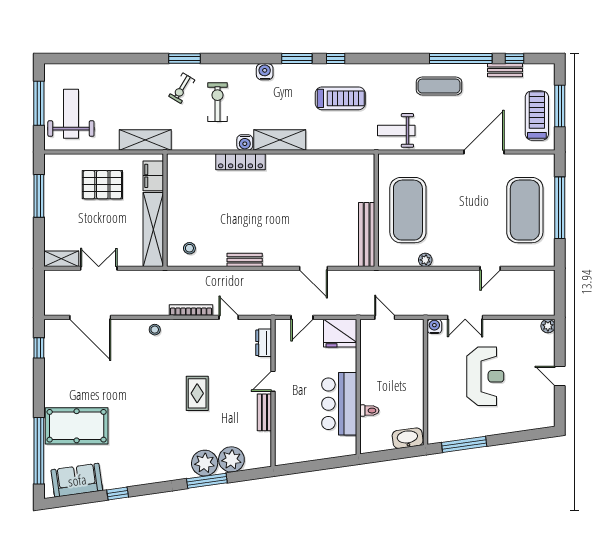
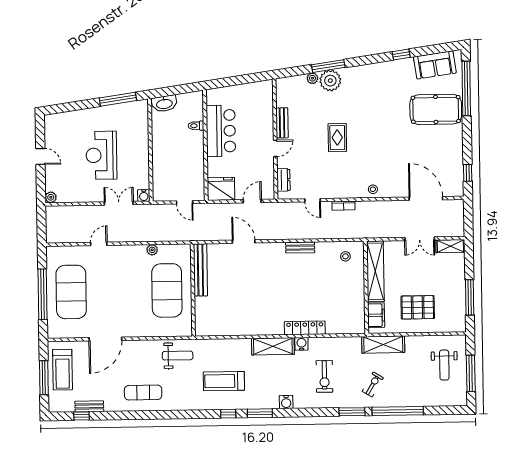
window: (461, 59) -> (398, 411), moved
exercise bike: (182, 88) -> (373, 384), moved
weight bench: (71, 114) -> (444, 365), width x0.73, depth x0.75
bookcase: (191, 310) -> (343, 206), width x0.64
plant: (231, 459) -> (312, 78), width x0.53, depth x0.53

